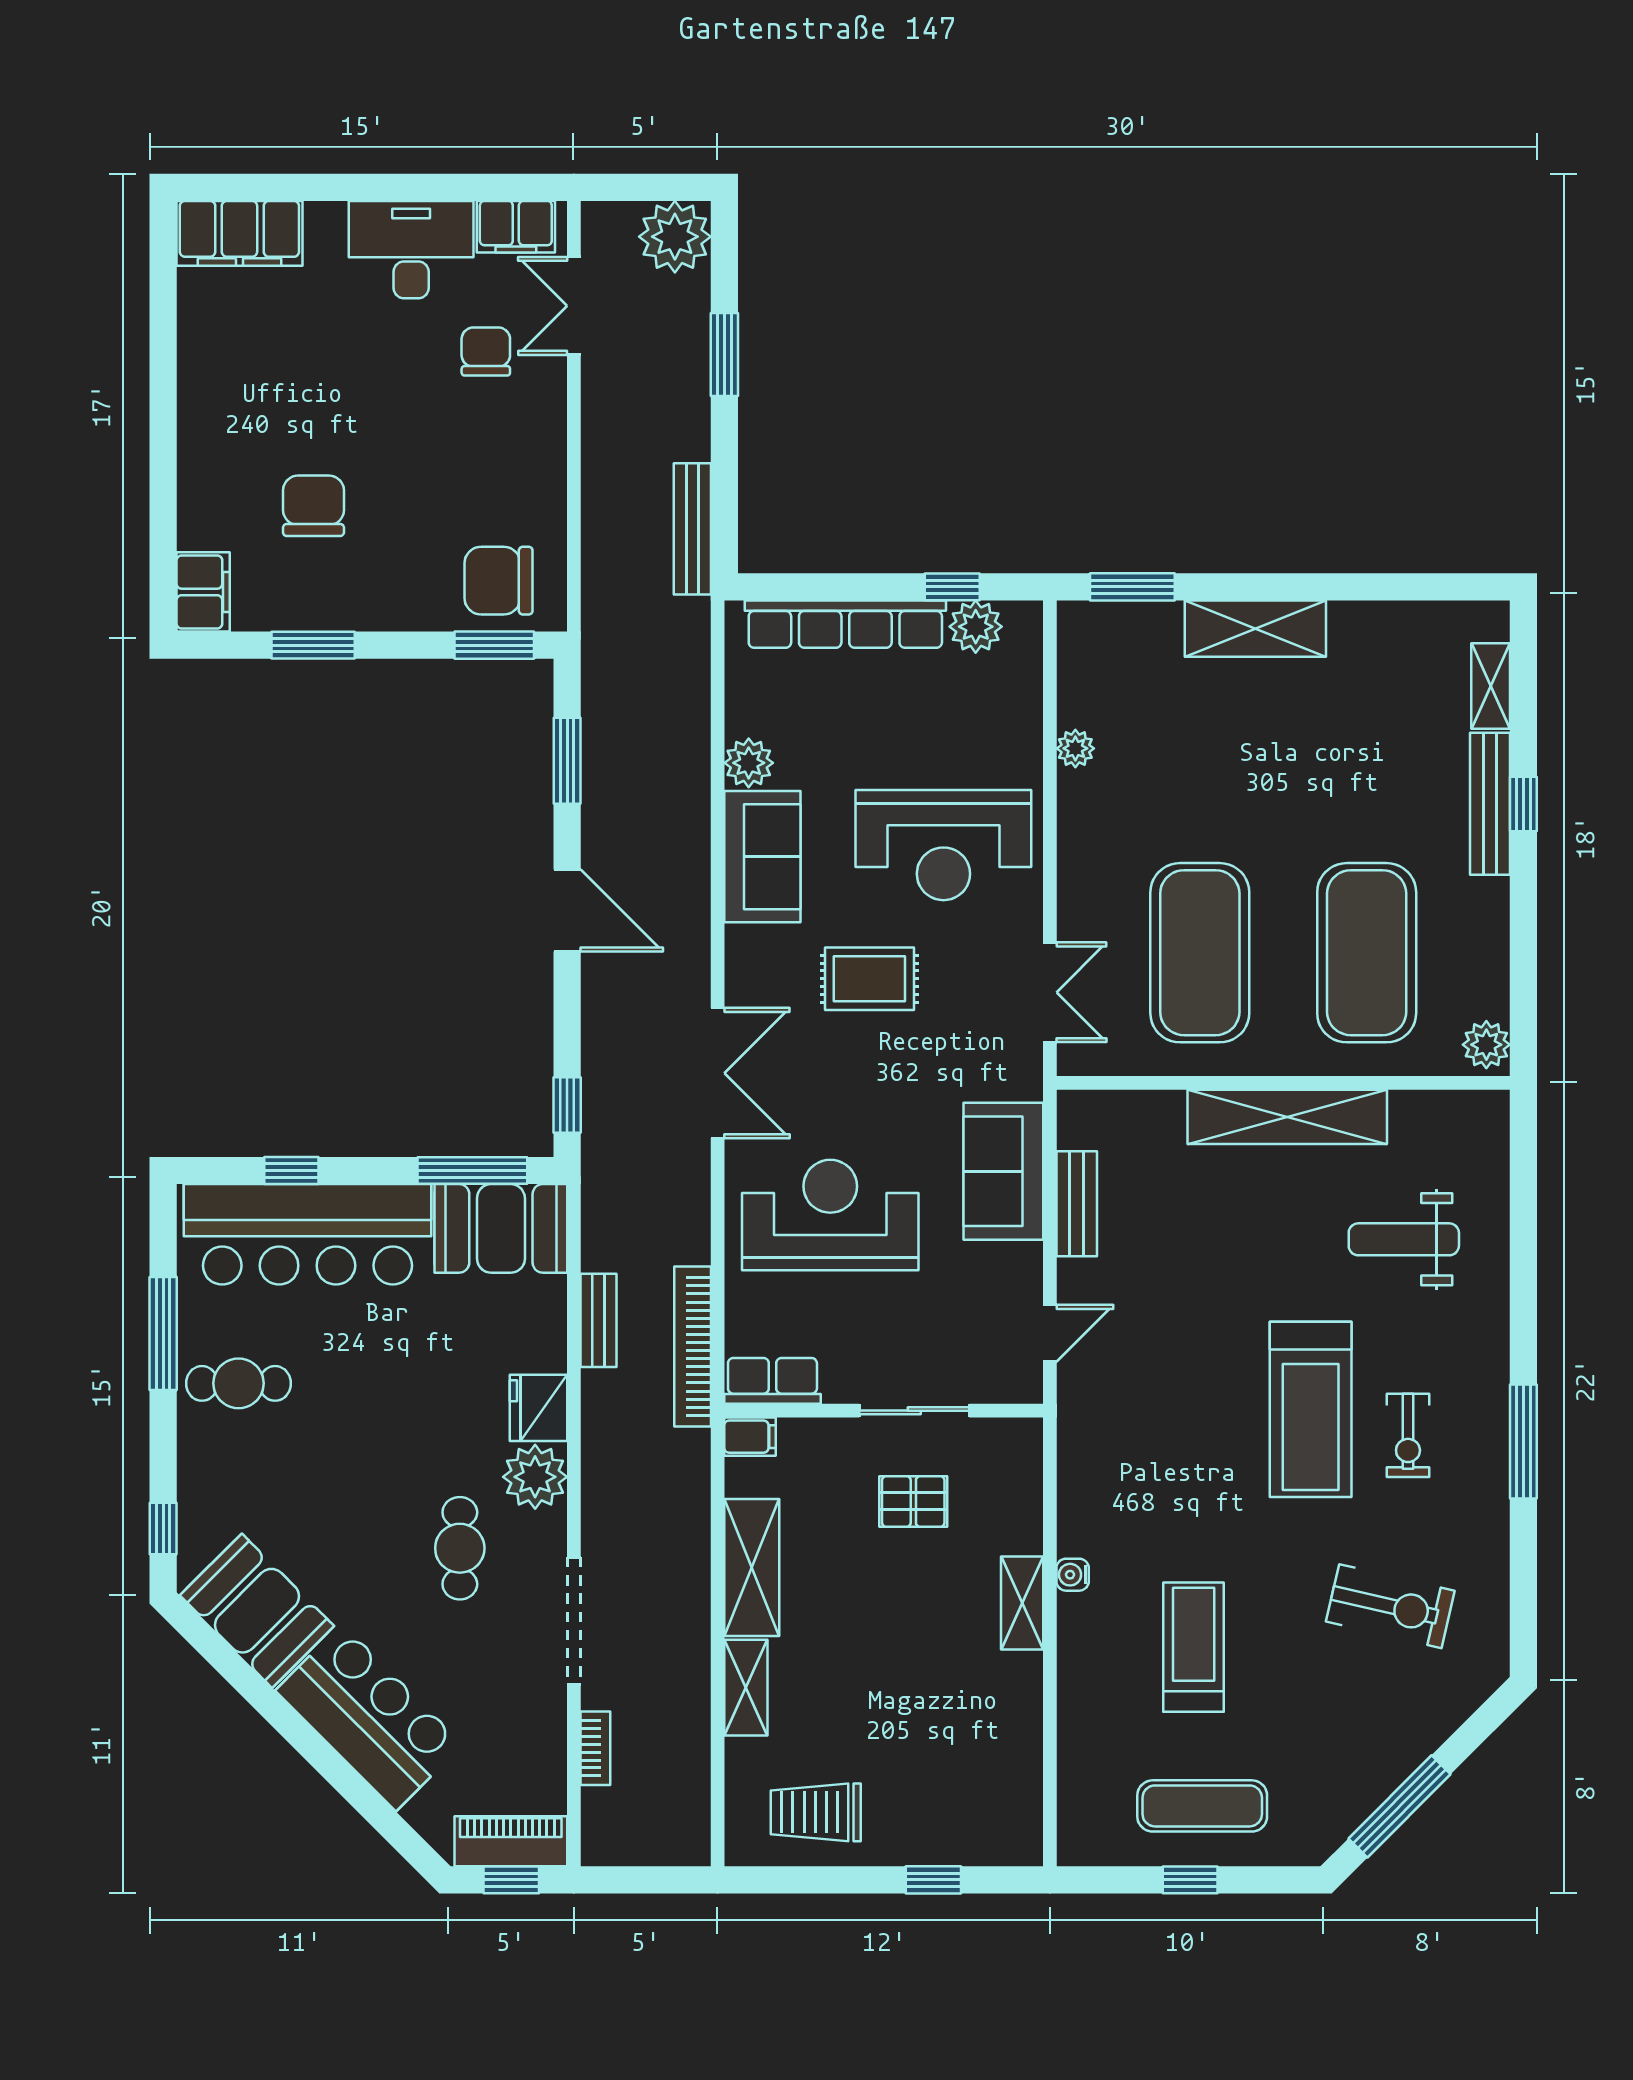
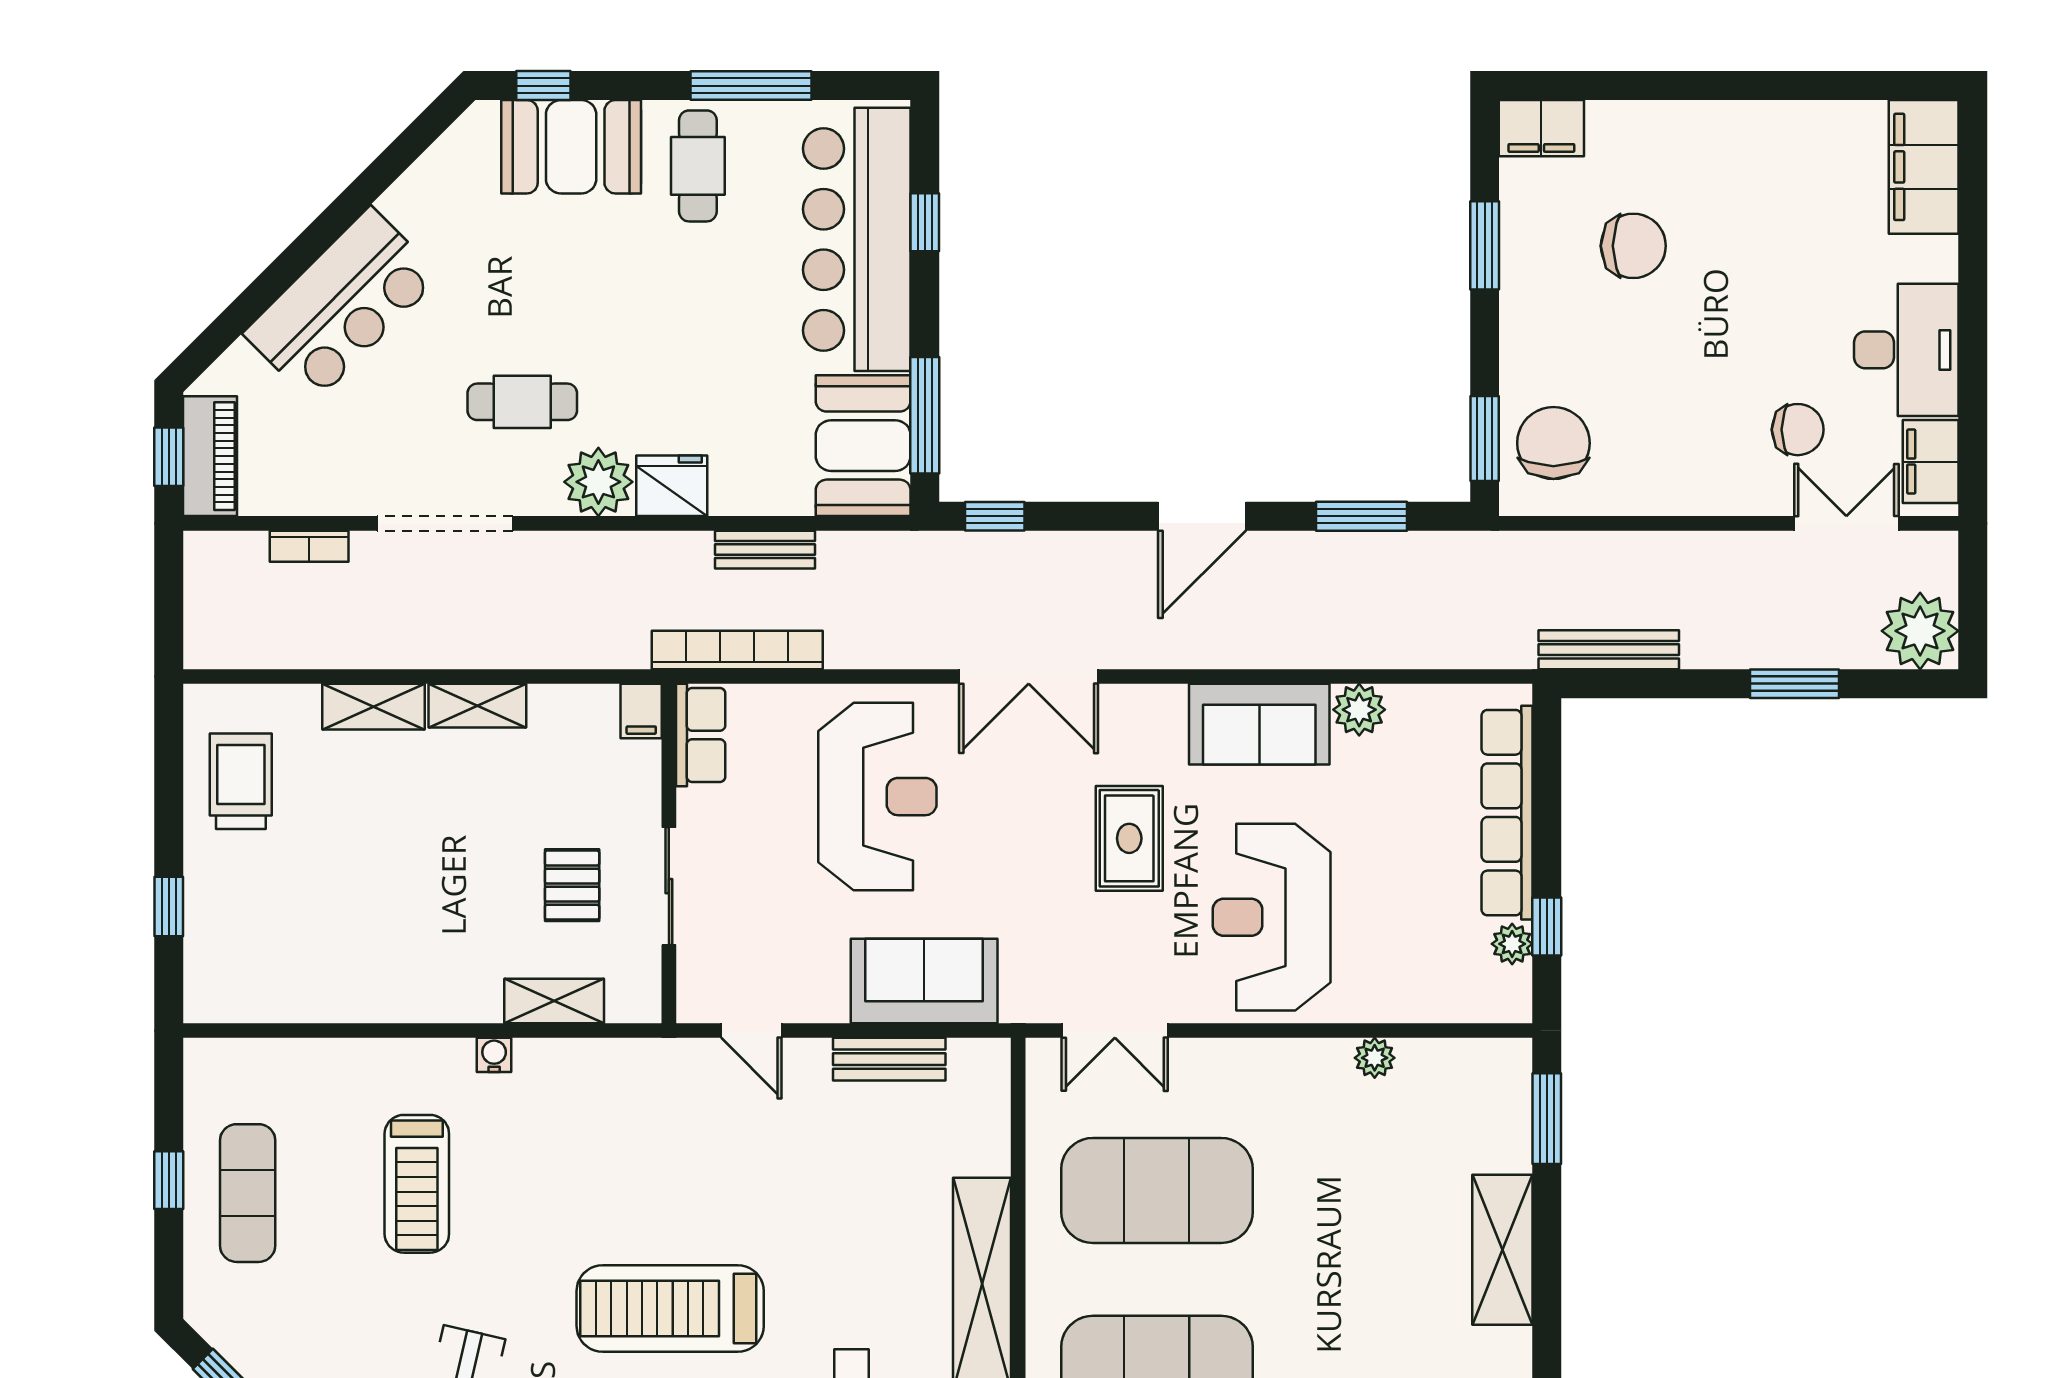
plant: (976, 627) -> (1512, 944), width x0.73, depth x0.73
shelving: (752, 1568) -> (477, 706), width x0.67, depth x0.75
shelving: (1022, 1603) -> (554, 1001), moved
booth: (257, 1611) -> (571, 147), moved, turned 45
treadmill: (1194, 1647) -> (417, 1184), turned 90

